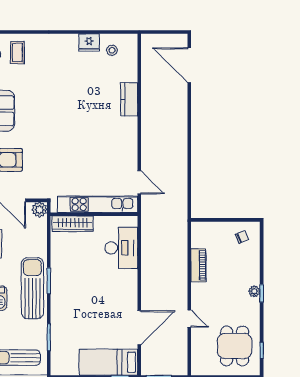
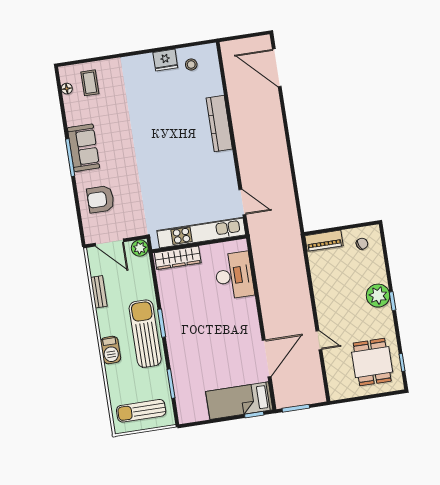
kitchen counter: (129, 99) -> (219, 124), width x1.50
piano: (198, 265) -> (324, 241), moved, turned 90
plant: (254, 291) -> (378, 296), width x1.87, depth x1.87

